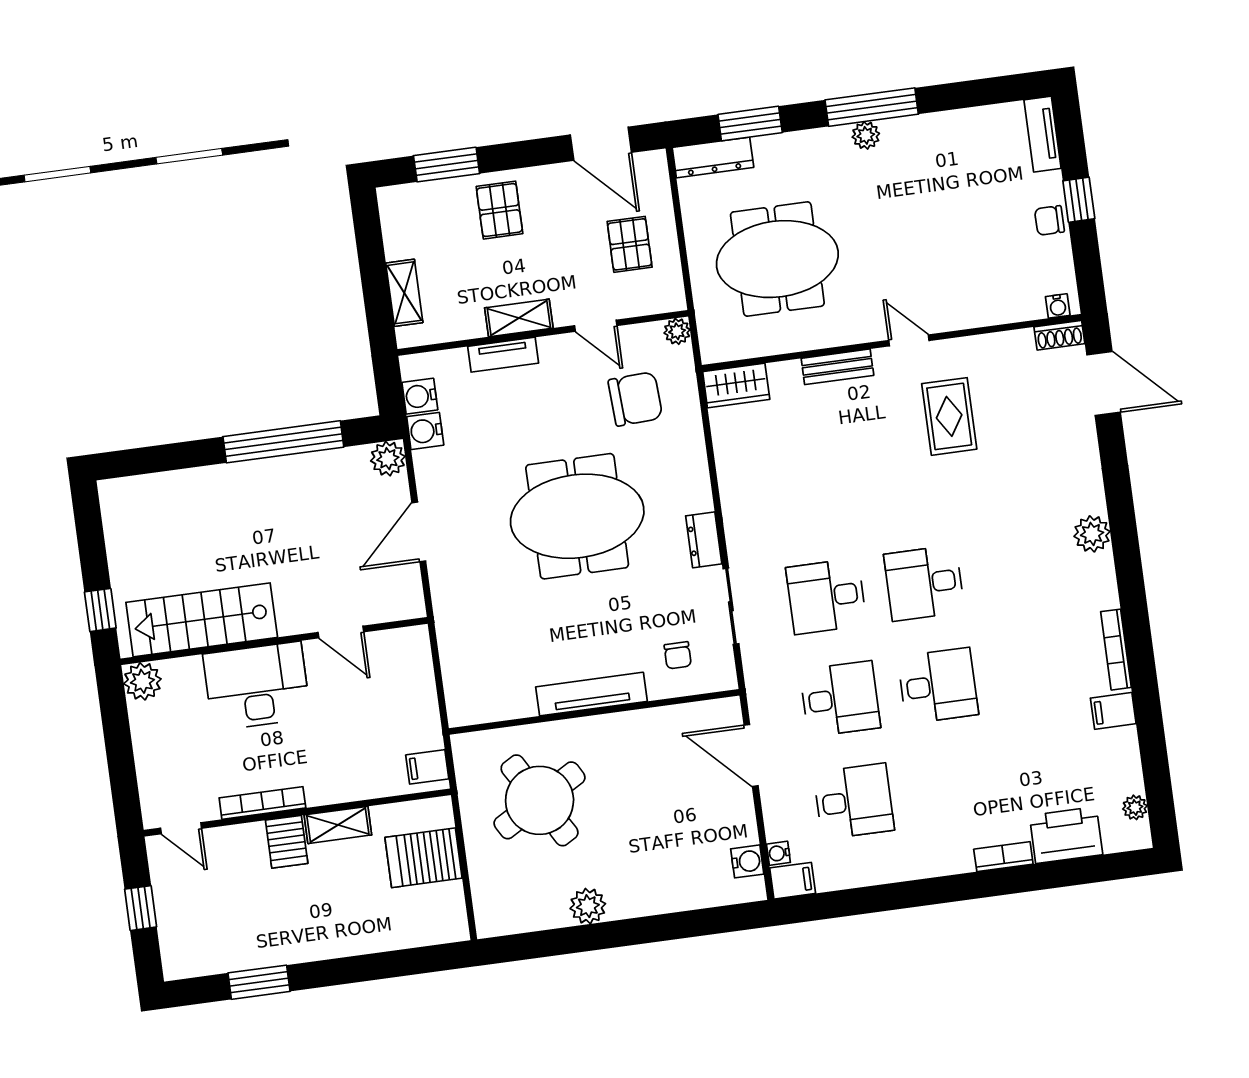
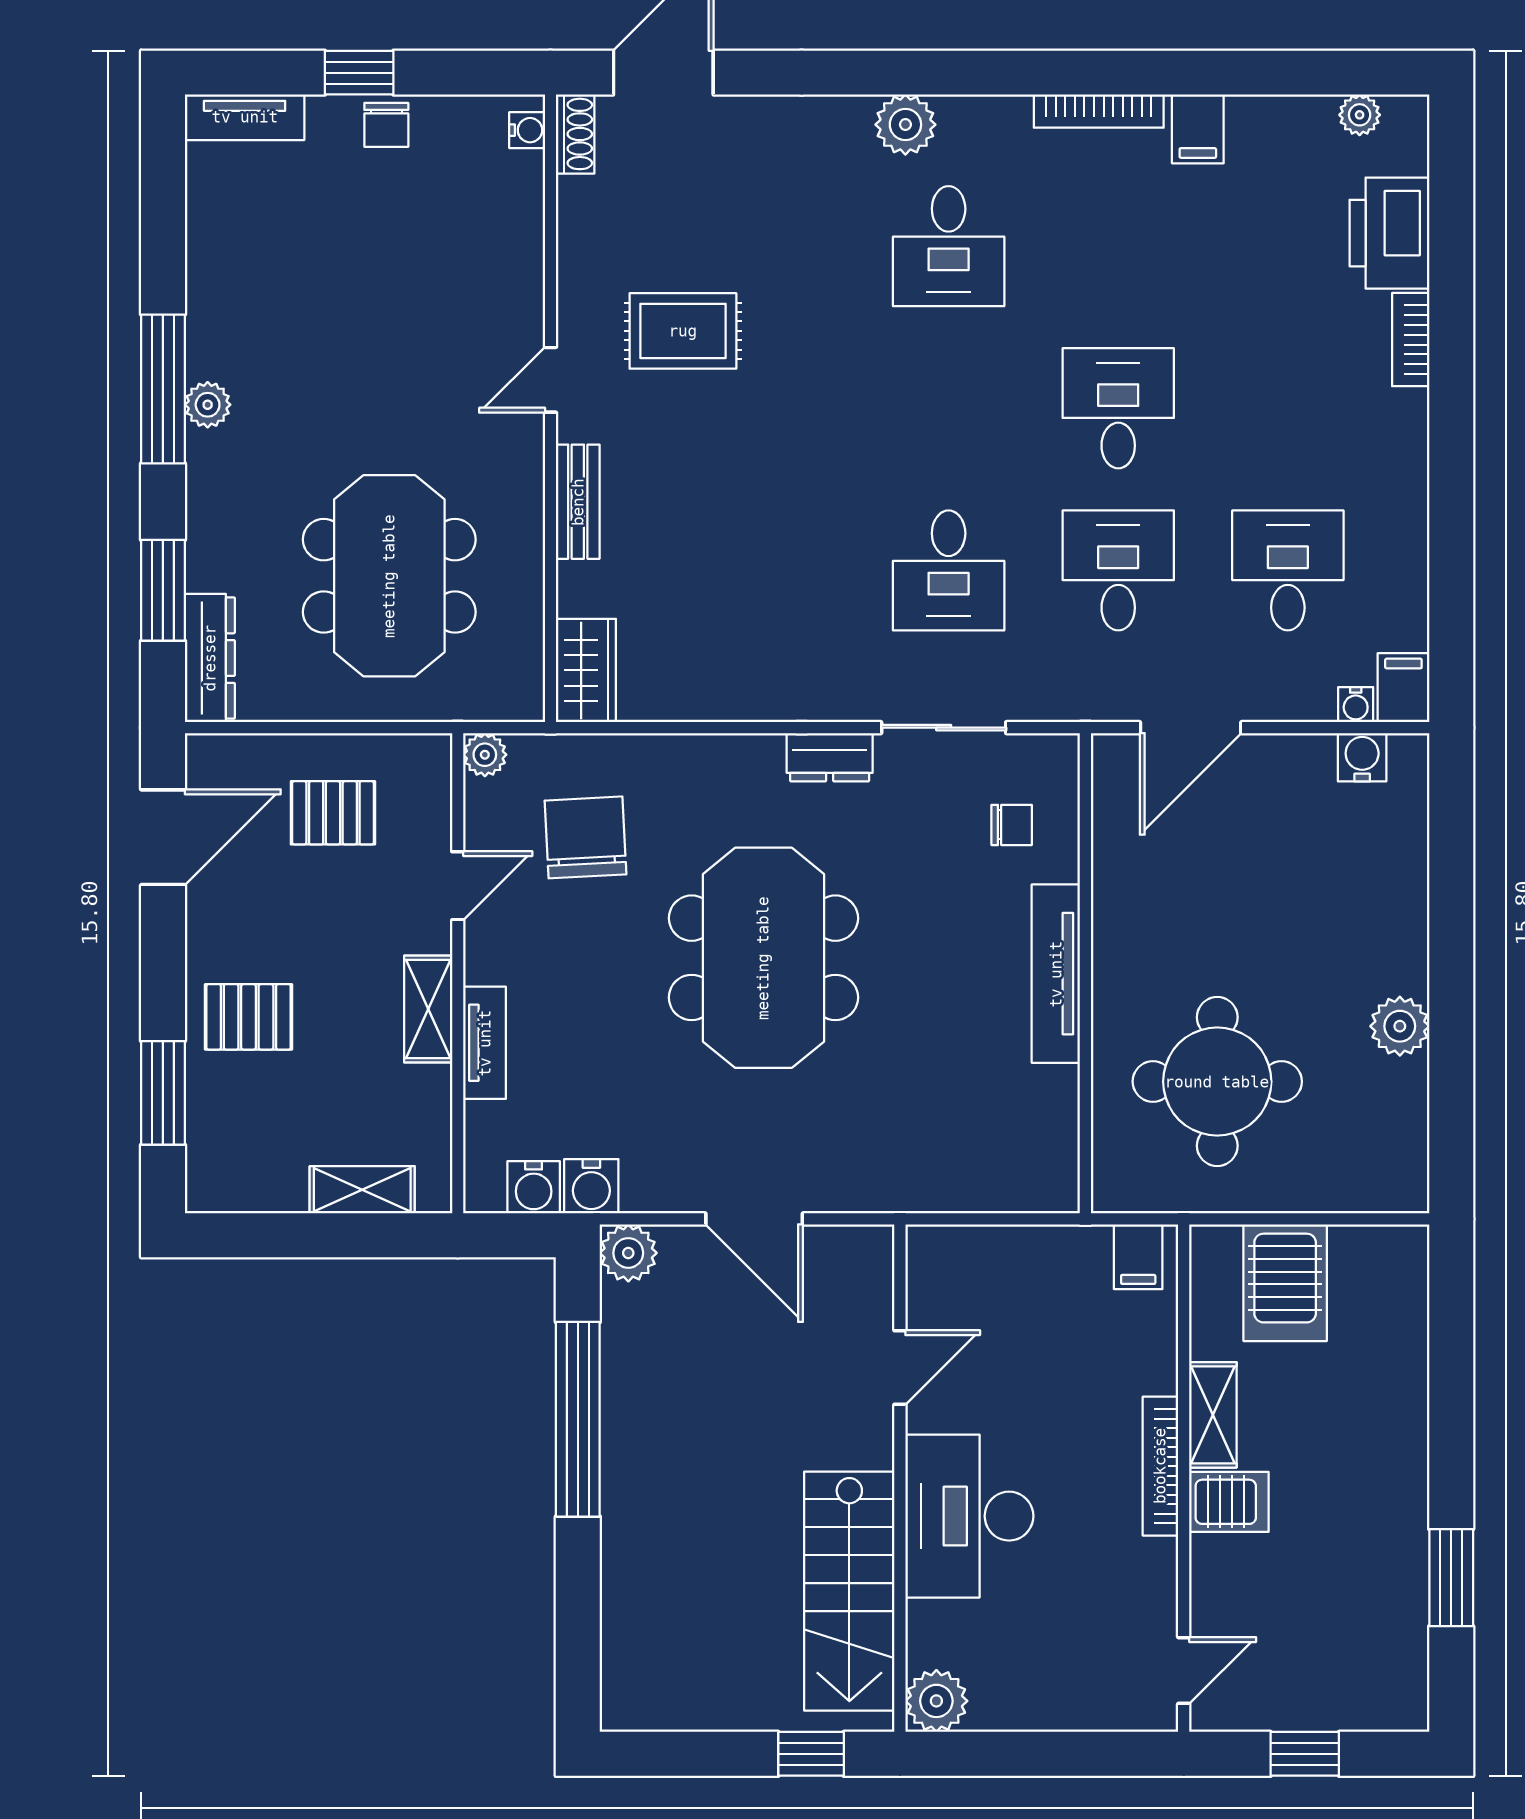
desk: (924, 583) -> (949, 246), moved
round table: (540, 800) -> (1217, 1082), turned 30
bookcase: (262, 803) -> (1160, 1466), moved

